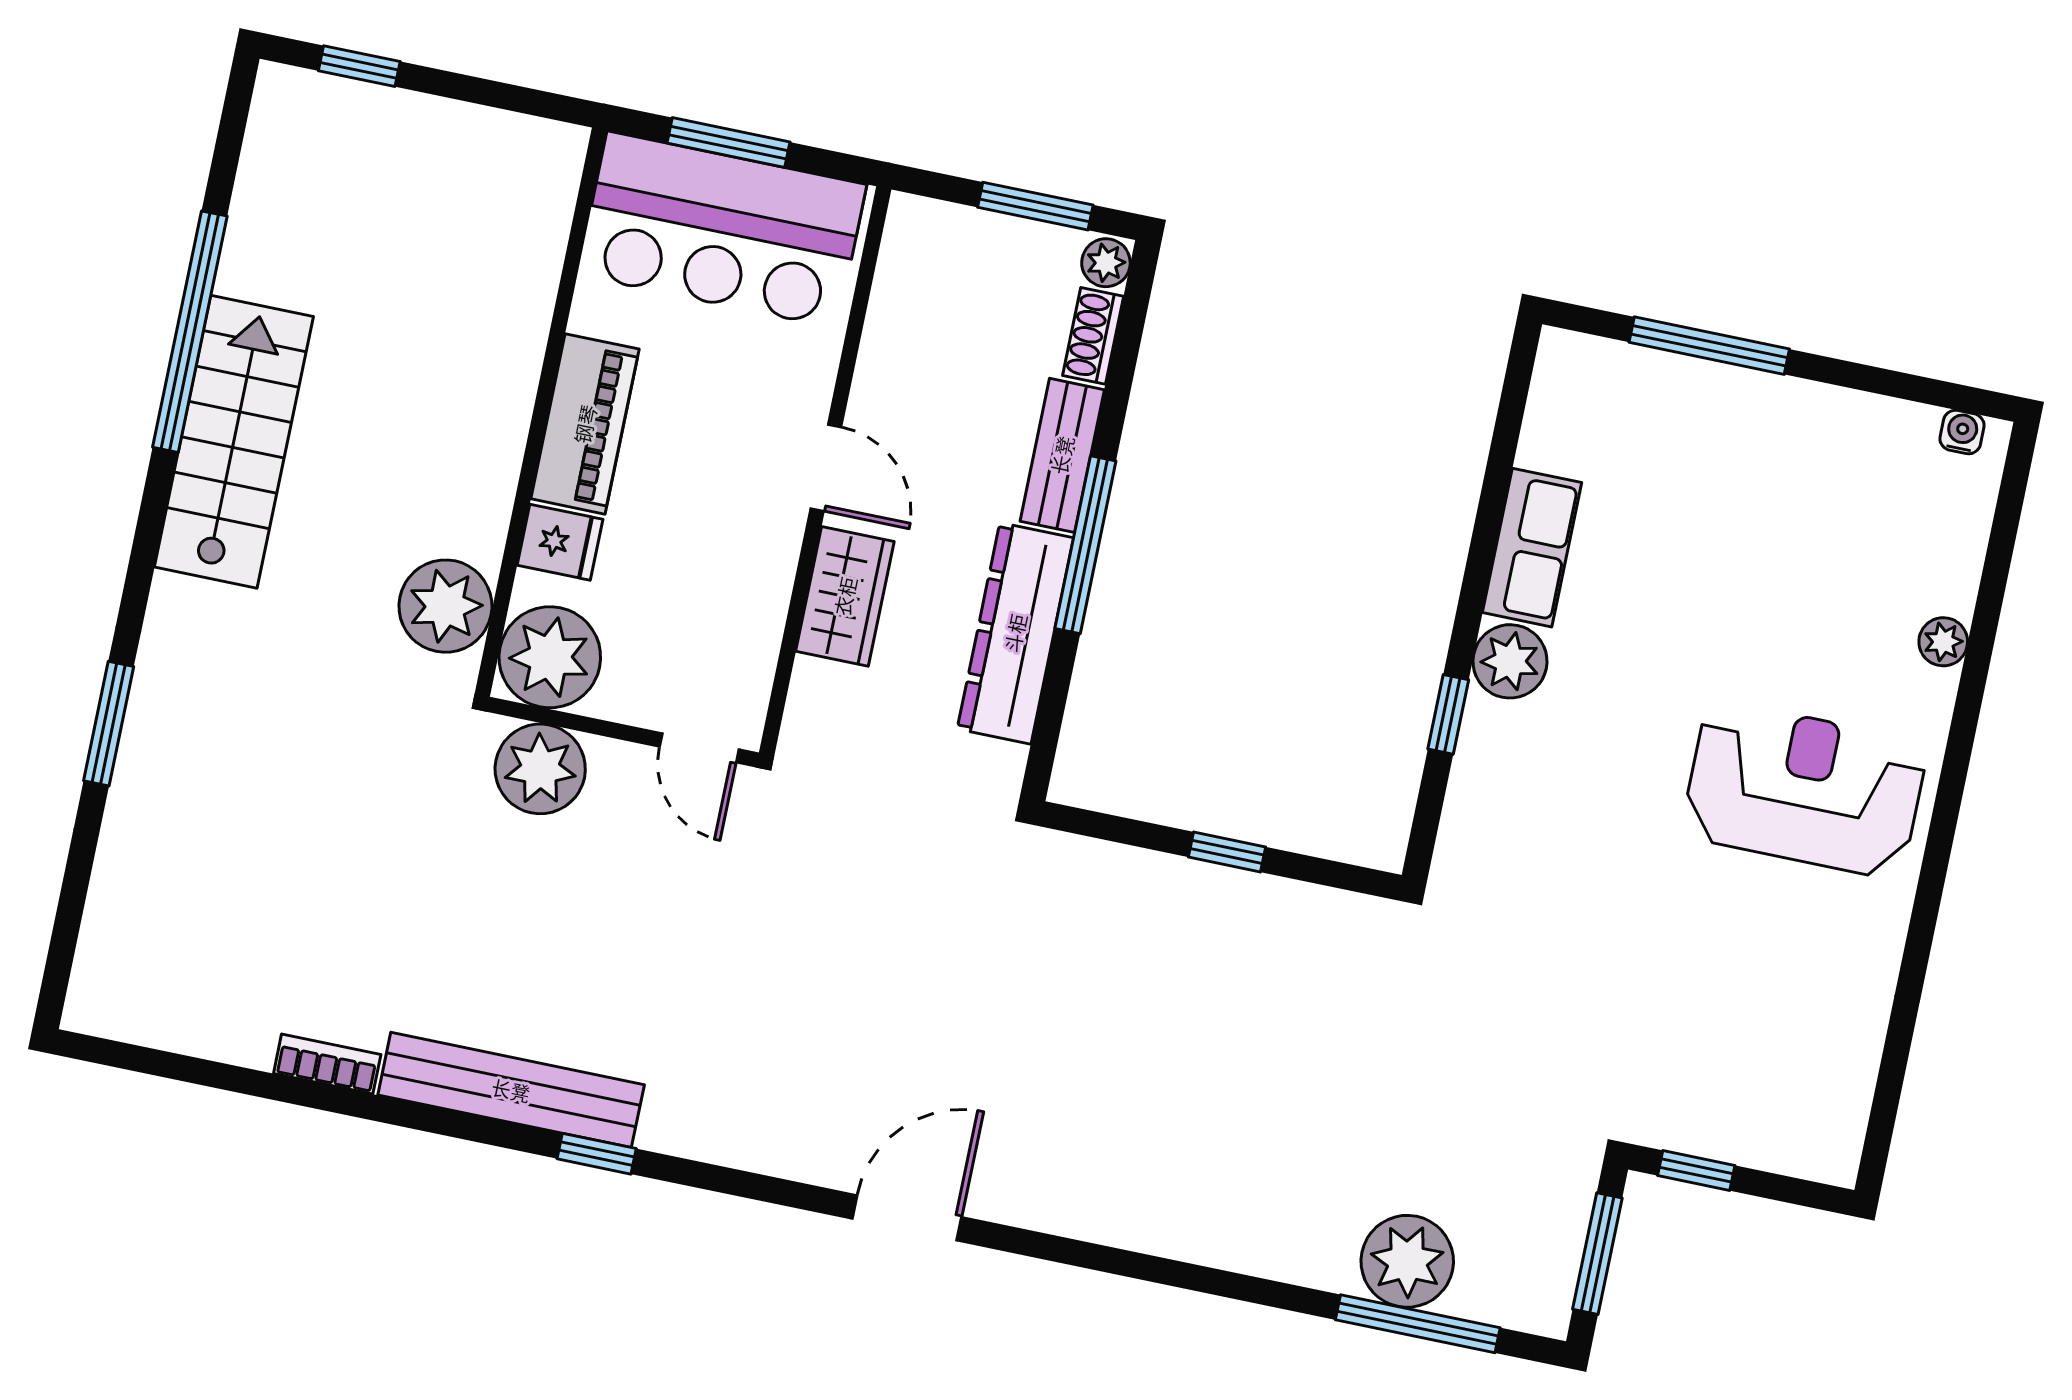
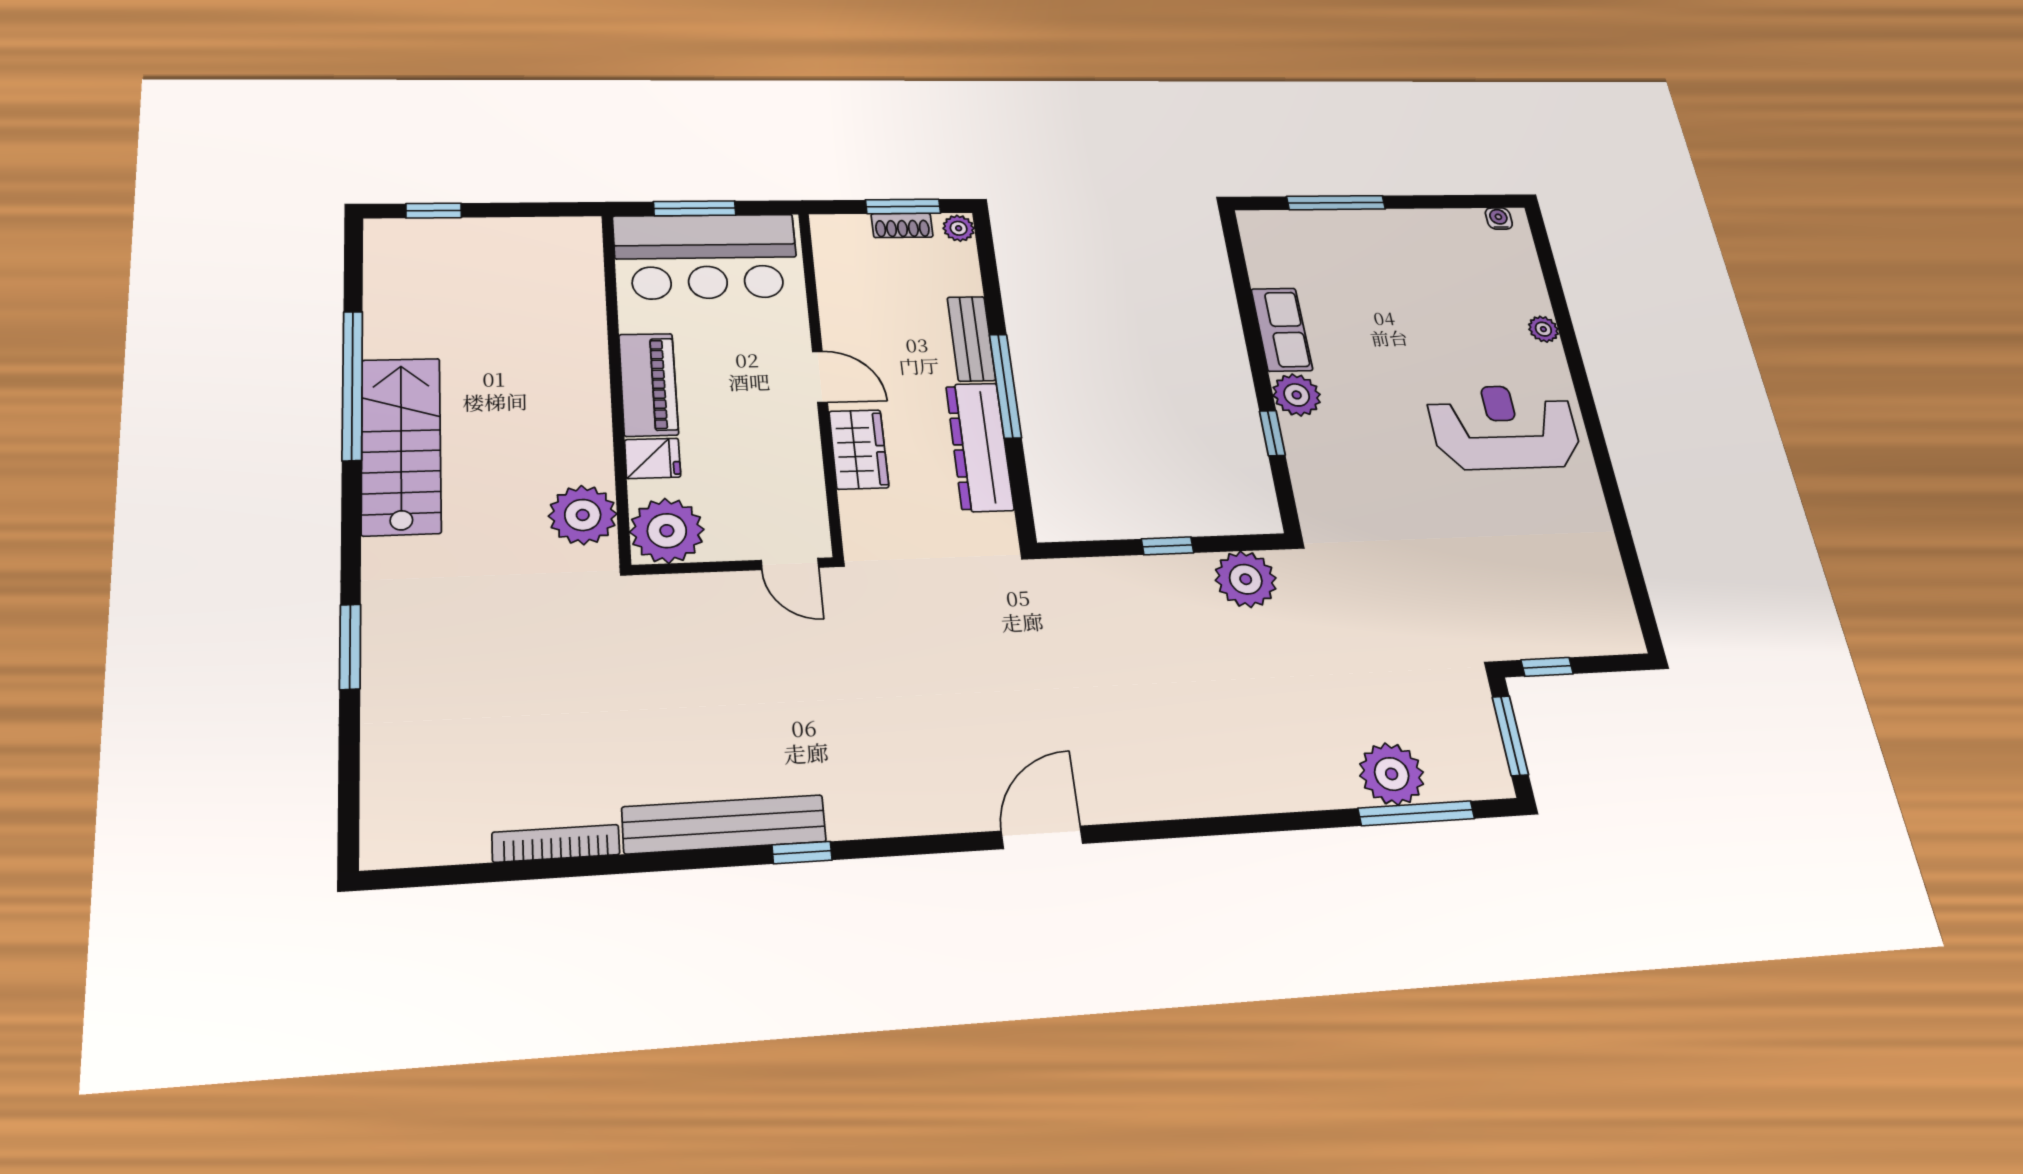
shoe rack: (1093, 336) -> (902, 225), moved, turned -90
plant: (540, 769) -> (1246, 579), moved
bookcase: (327, 1064) -> (556, 843), width x1.56

